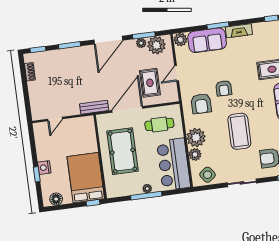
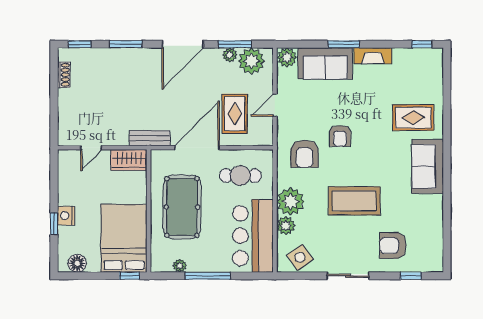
wardrobe: (82, 124) -> (129, 160), added
coffee table: (239, 131) -> (354, 201), turned 90
plant: (147, 189) -> (180, 266), moved

